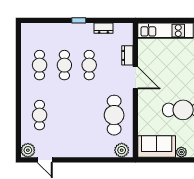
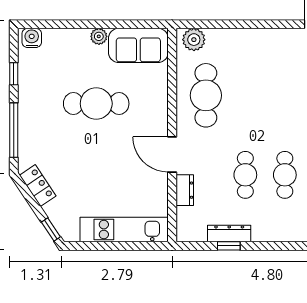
window: (79, 20) -> (229, 246), moved
dresser: (104, 28) -> (229, 234), width x1.44

